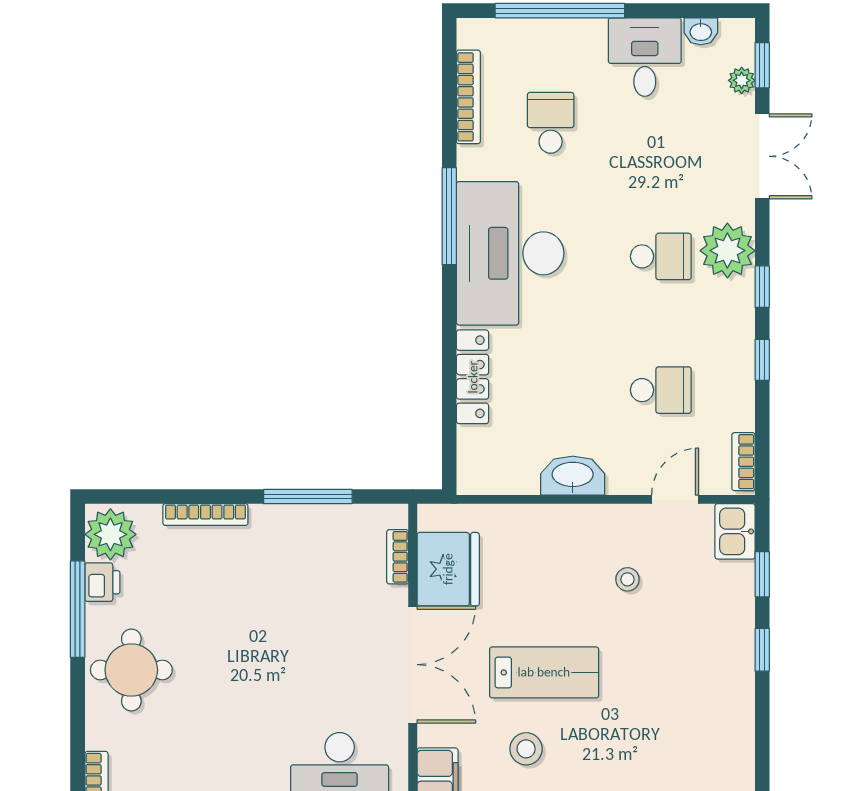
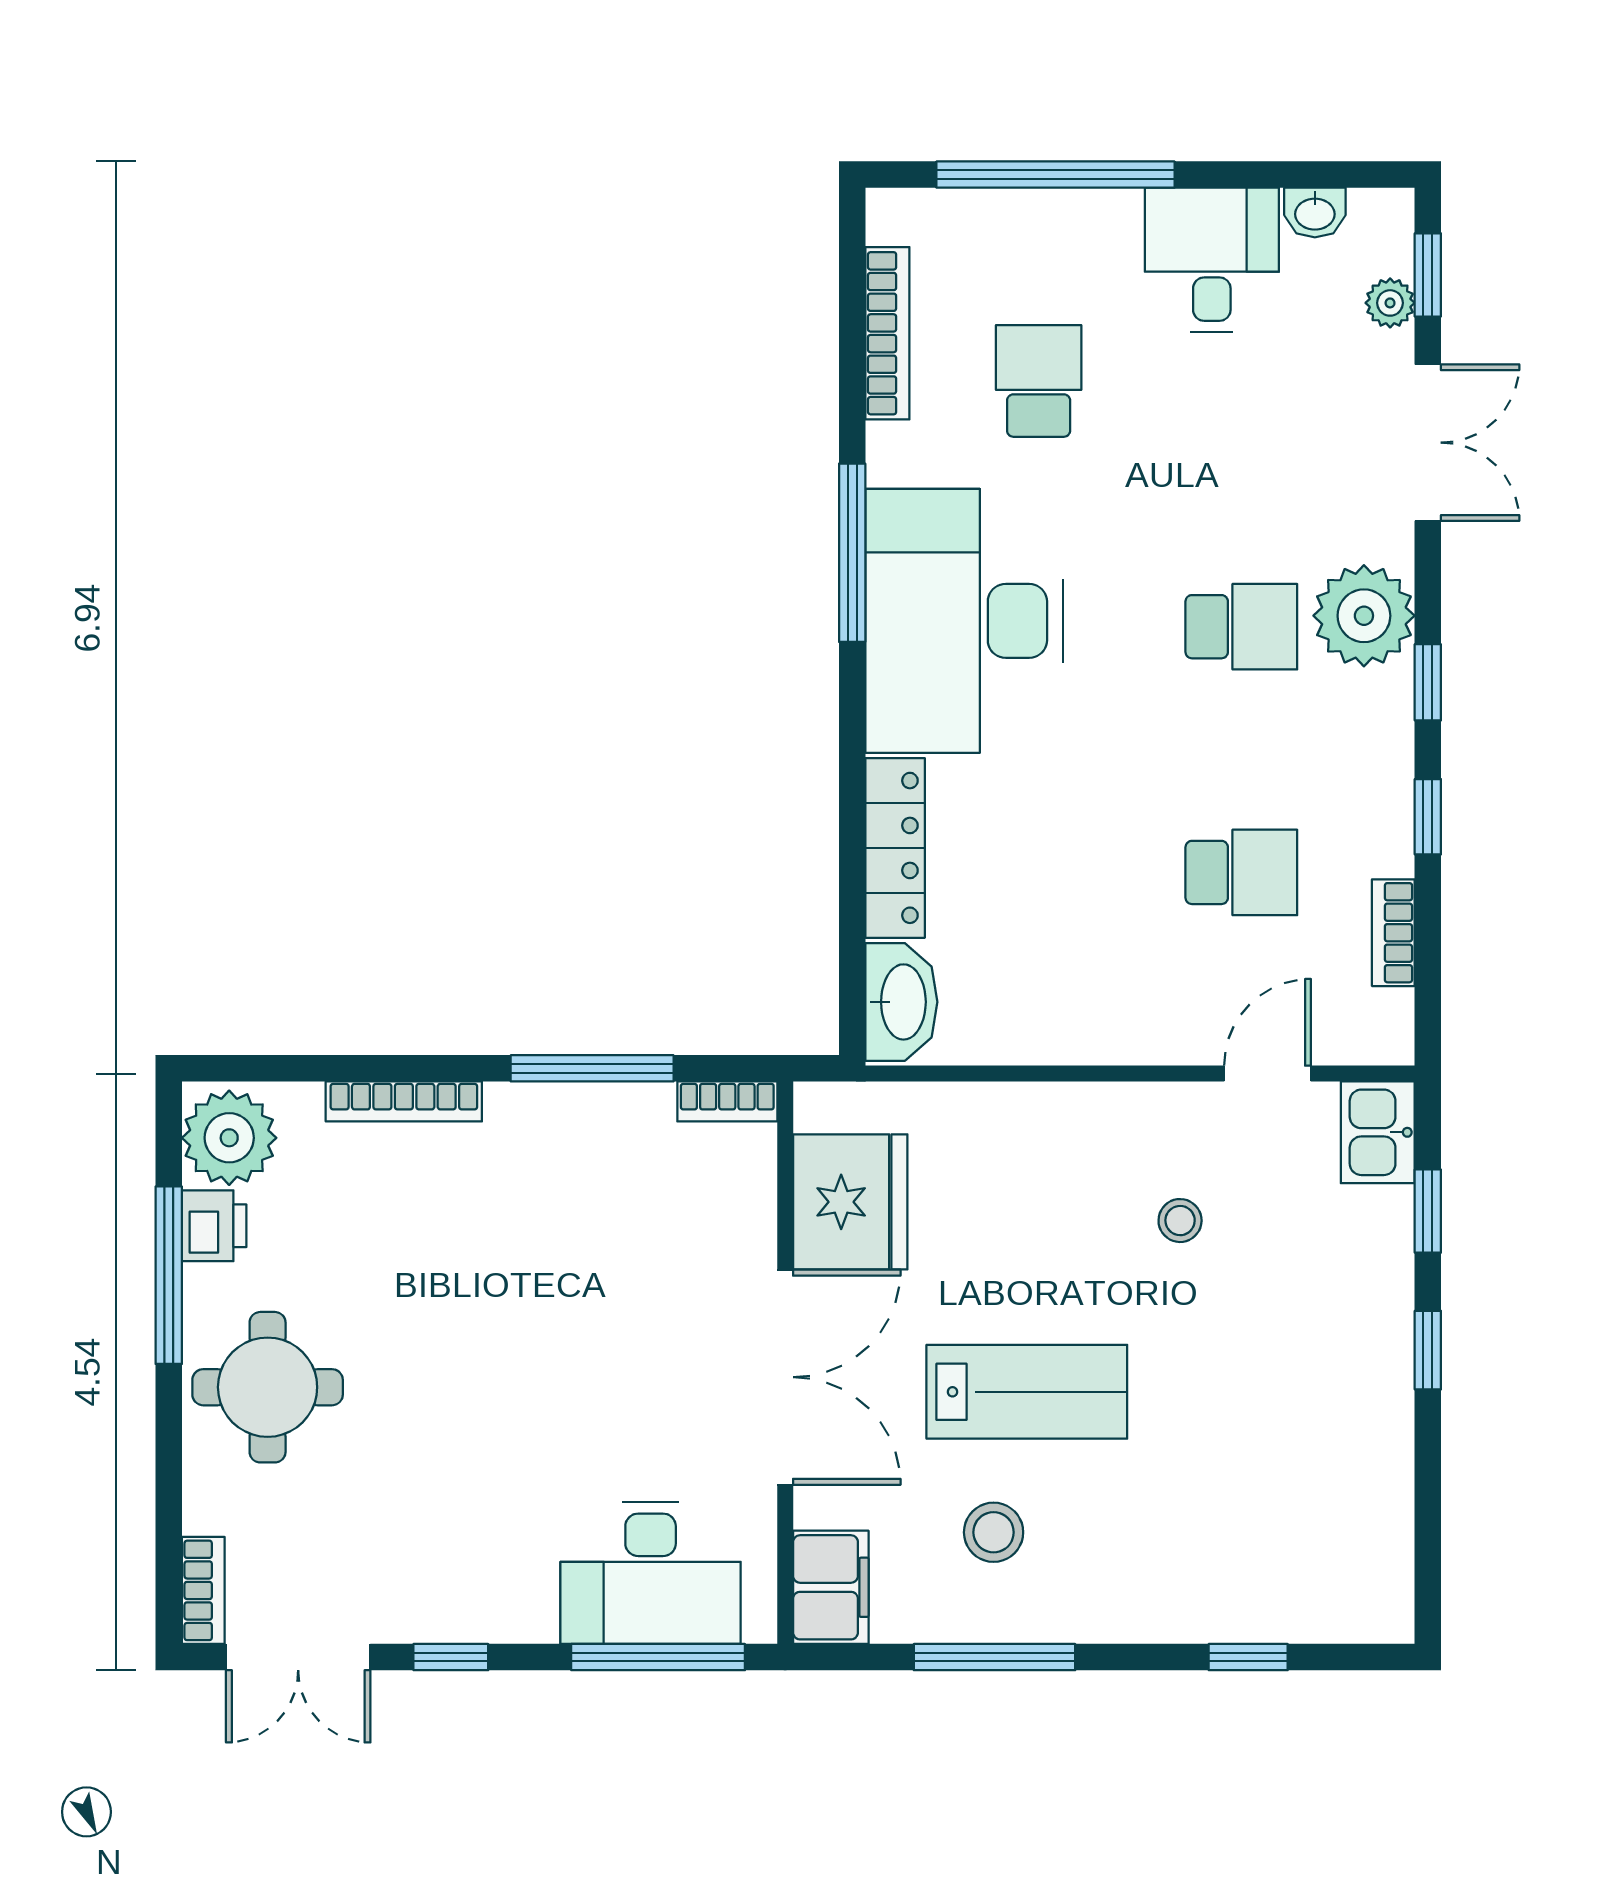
bookcase: (743, 462) -> (1393, 933), moved
washbasin: (573, 476) -> (901, 1002), moved, turned 90
bookcase: (398, 557) -> (727, 1101), moved, turned -90

